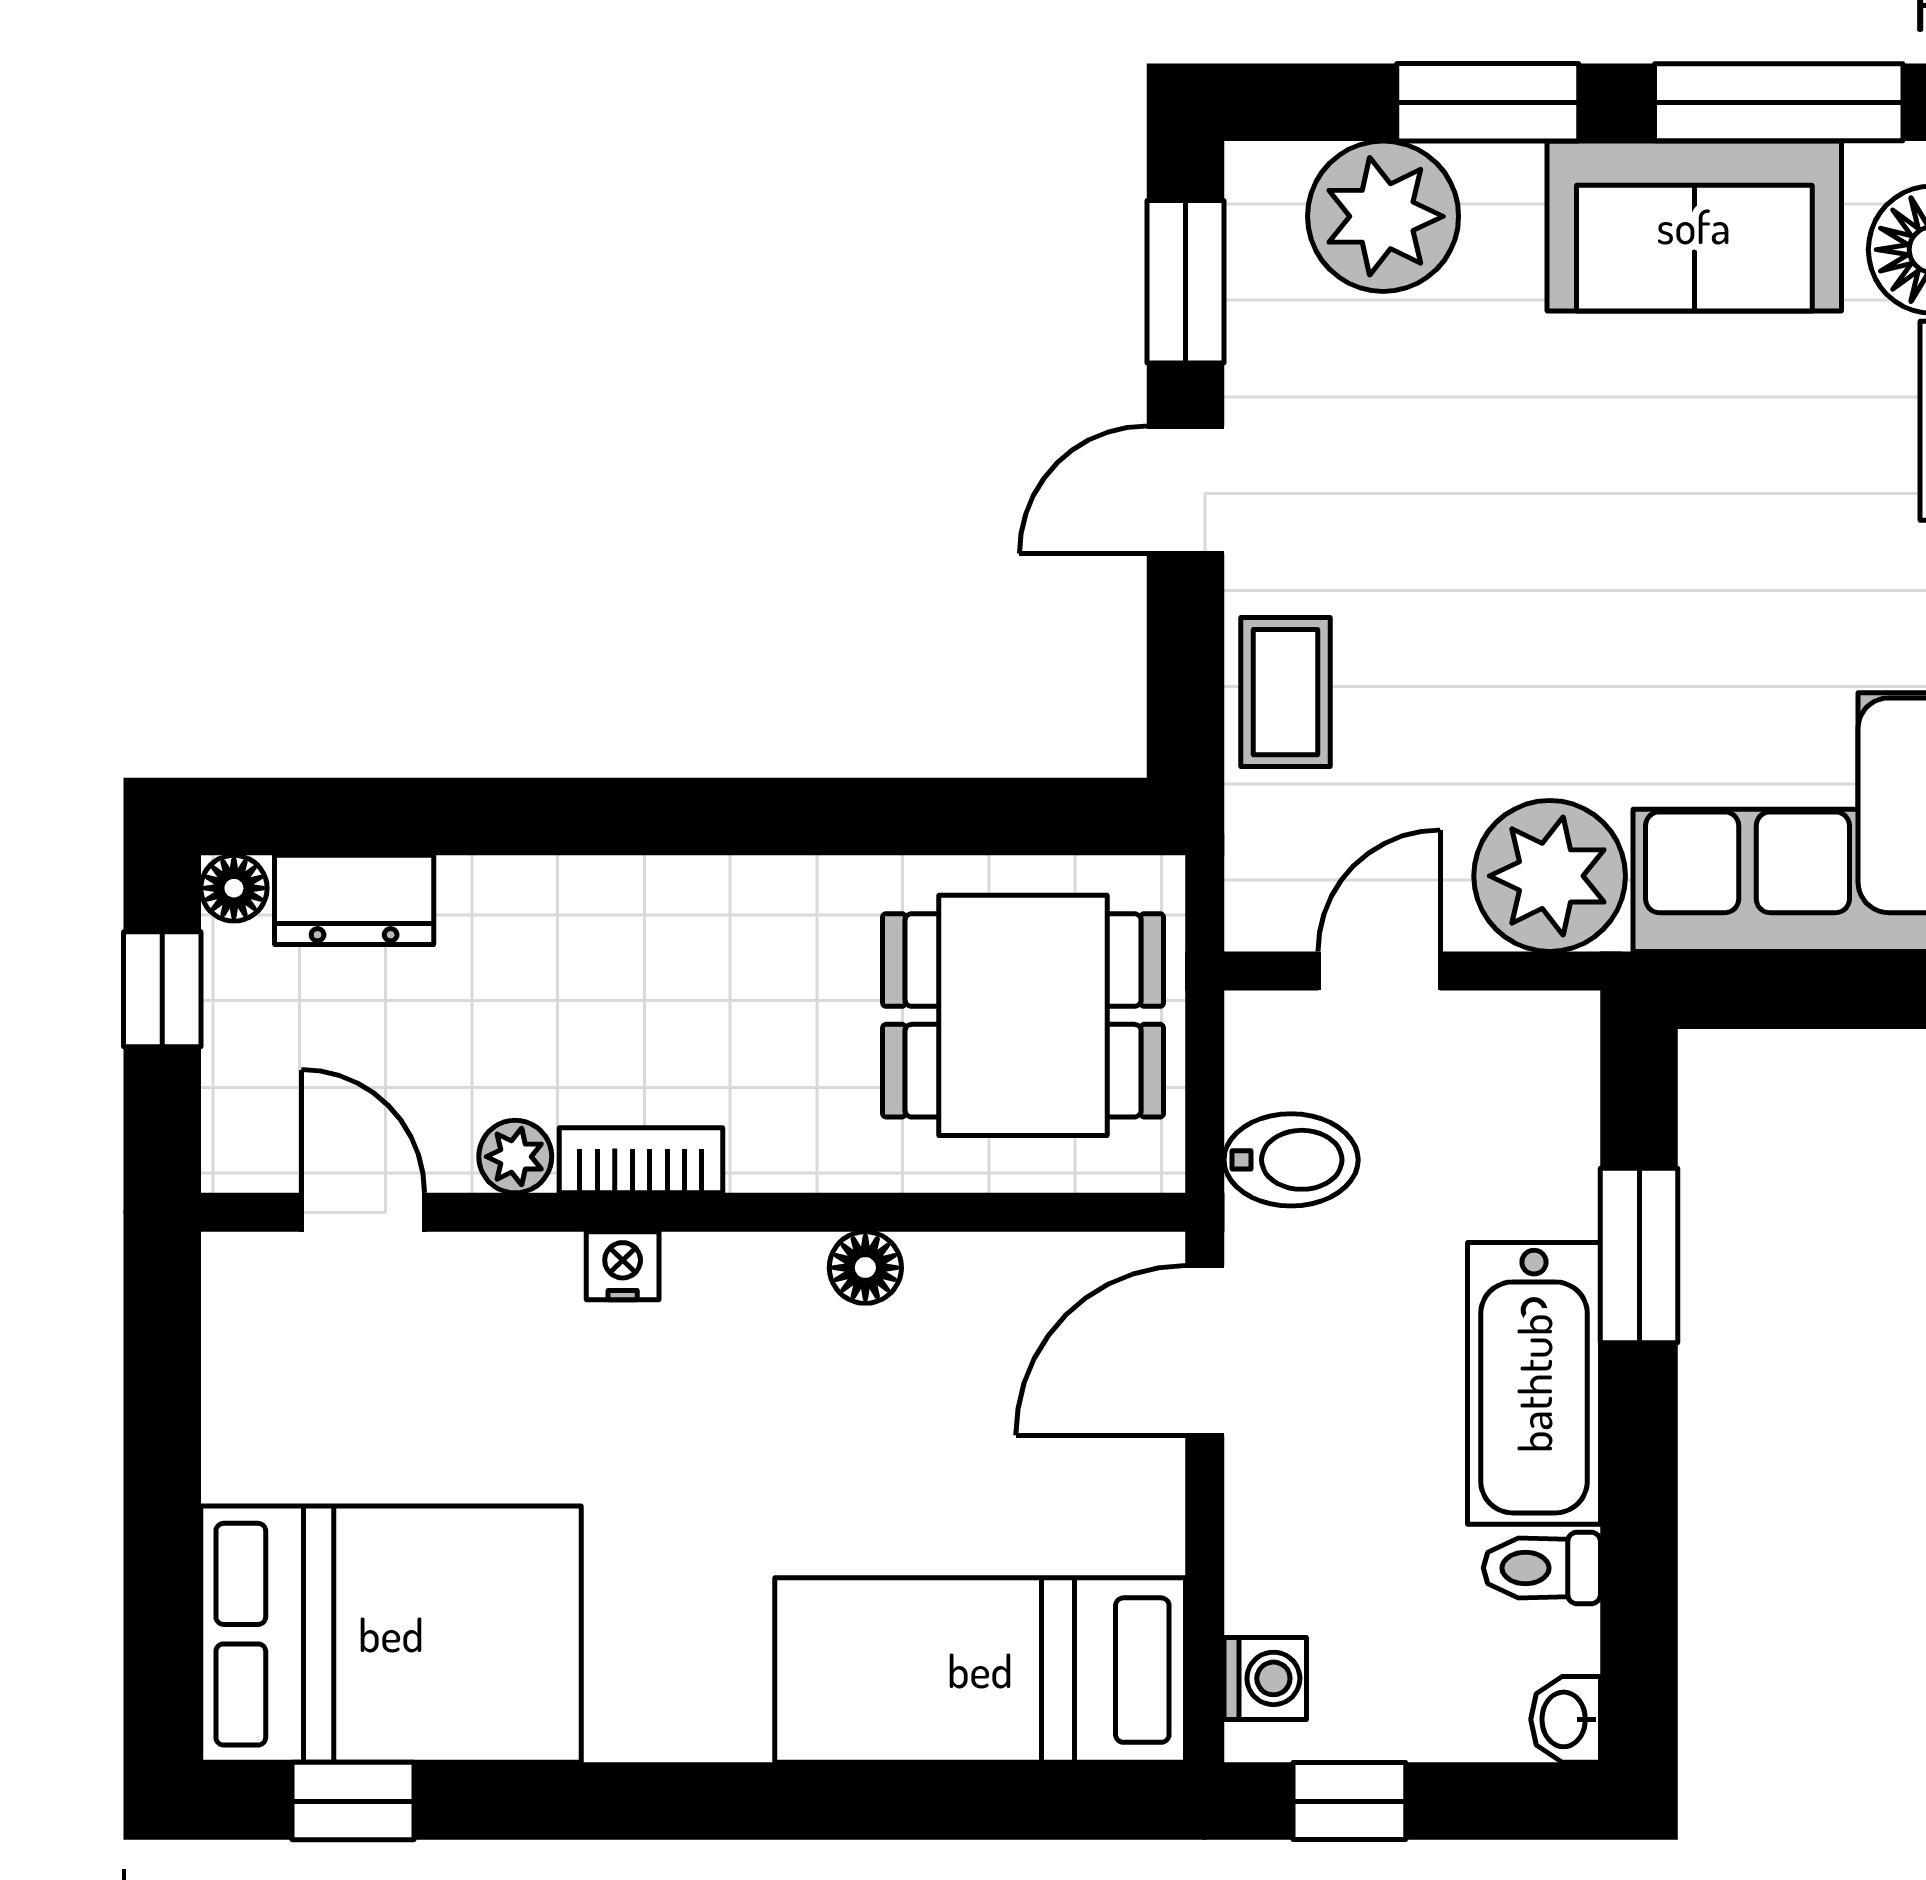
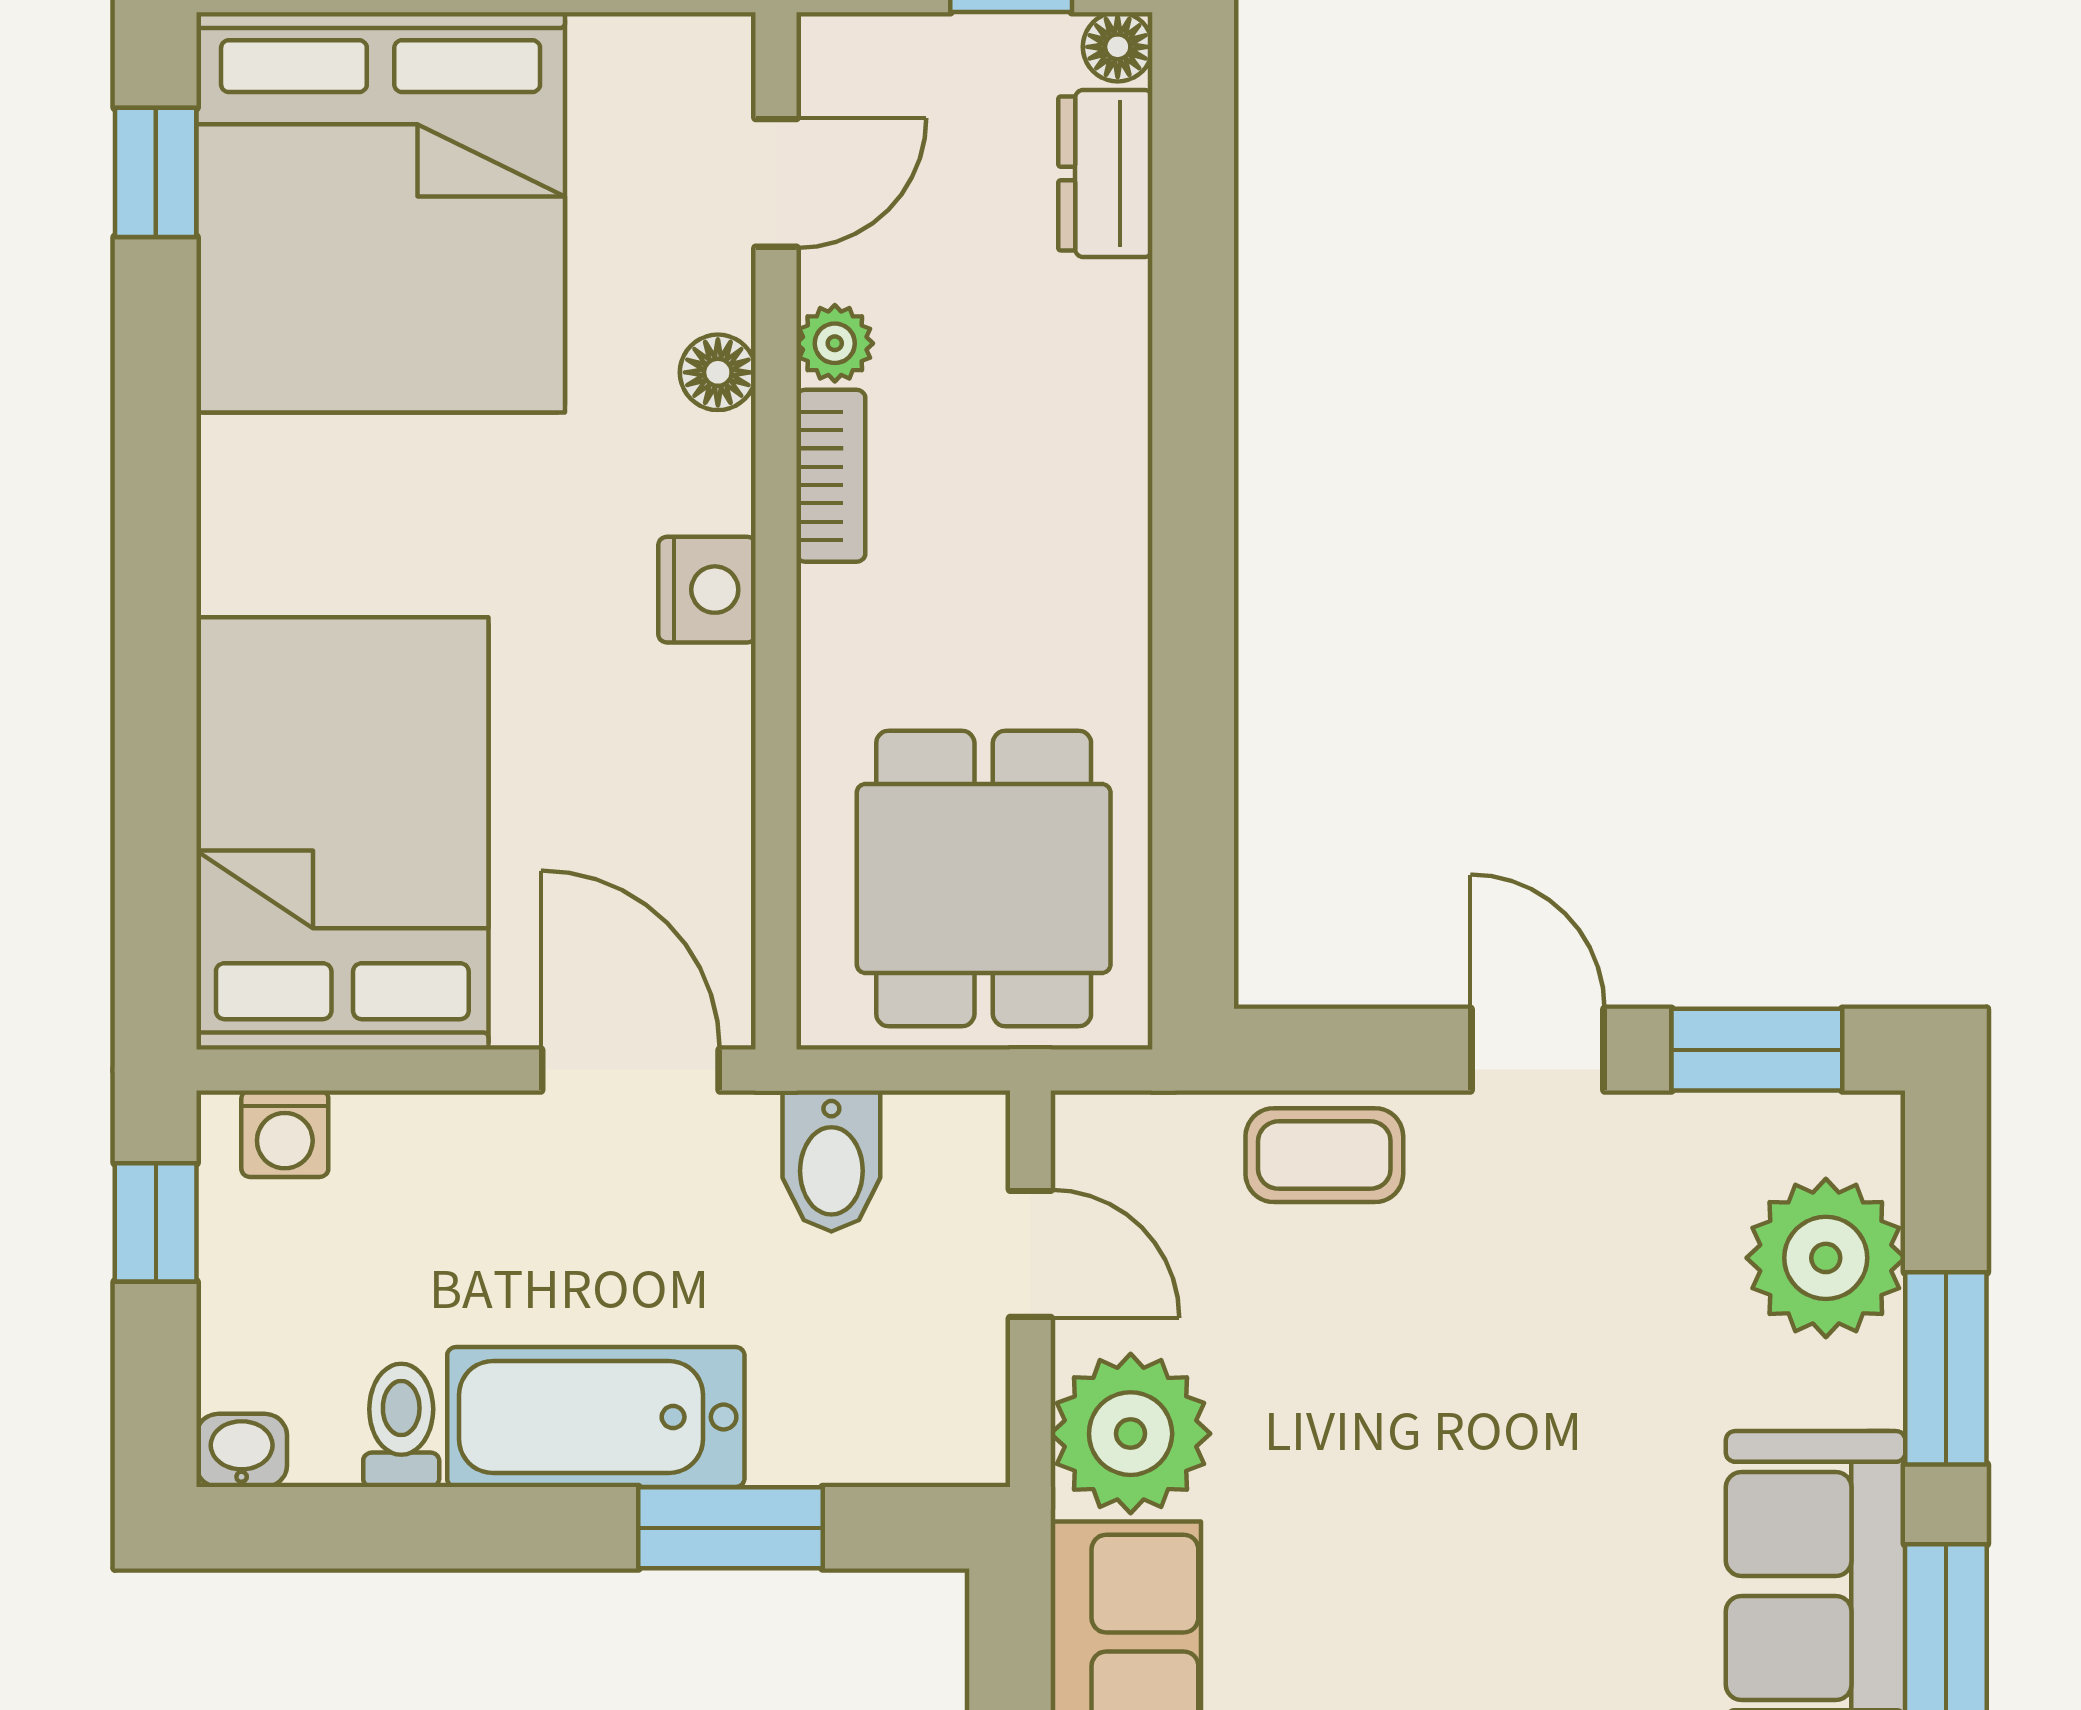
nightstand: (623, 1266) -> (707, 590), moved, width x1.39, depth x1.35
floor lamp: (865, 1268) -> (718, 372), moved
bed: (391, 1634) -> (381, 212), width x1.36
bed: (980, 1670) -> (342, 833), width x1.50

